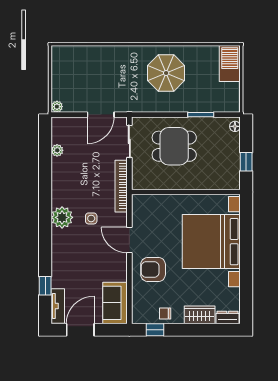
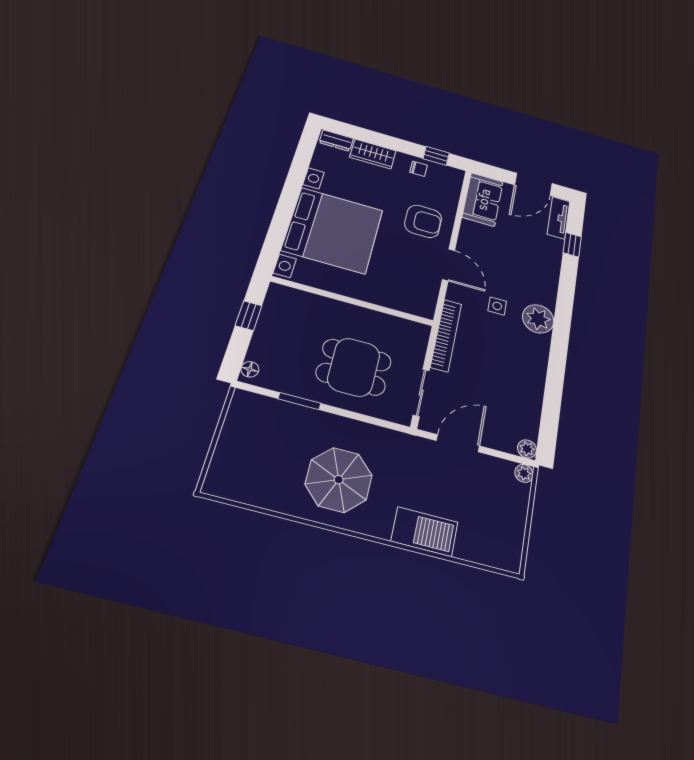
barbecue: (230, 64) -> (424, 532), moved, turned -90
plant: (57, 150) -> (527, 449), moved

